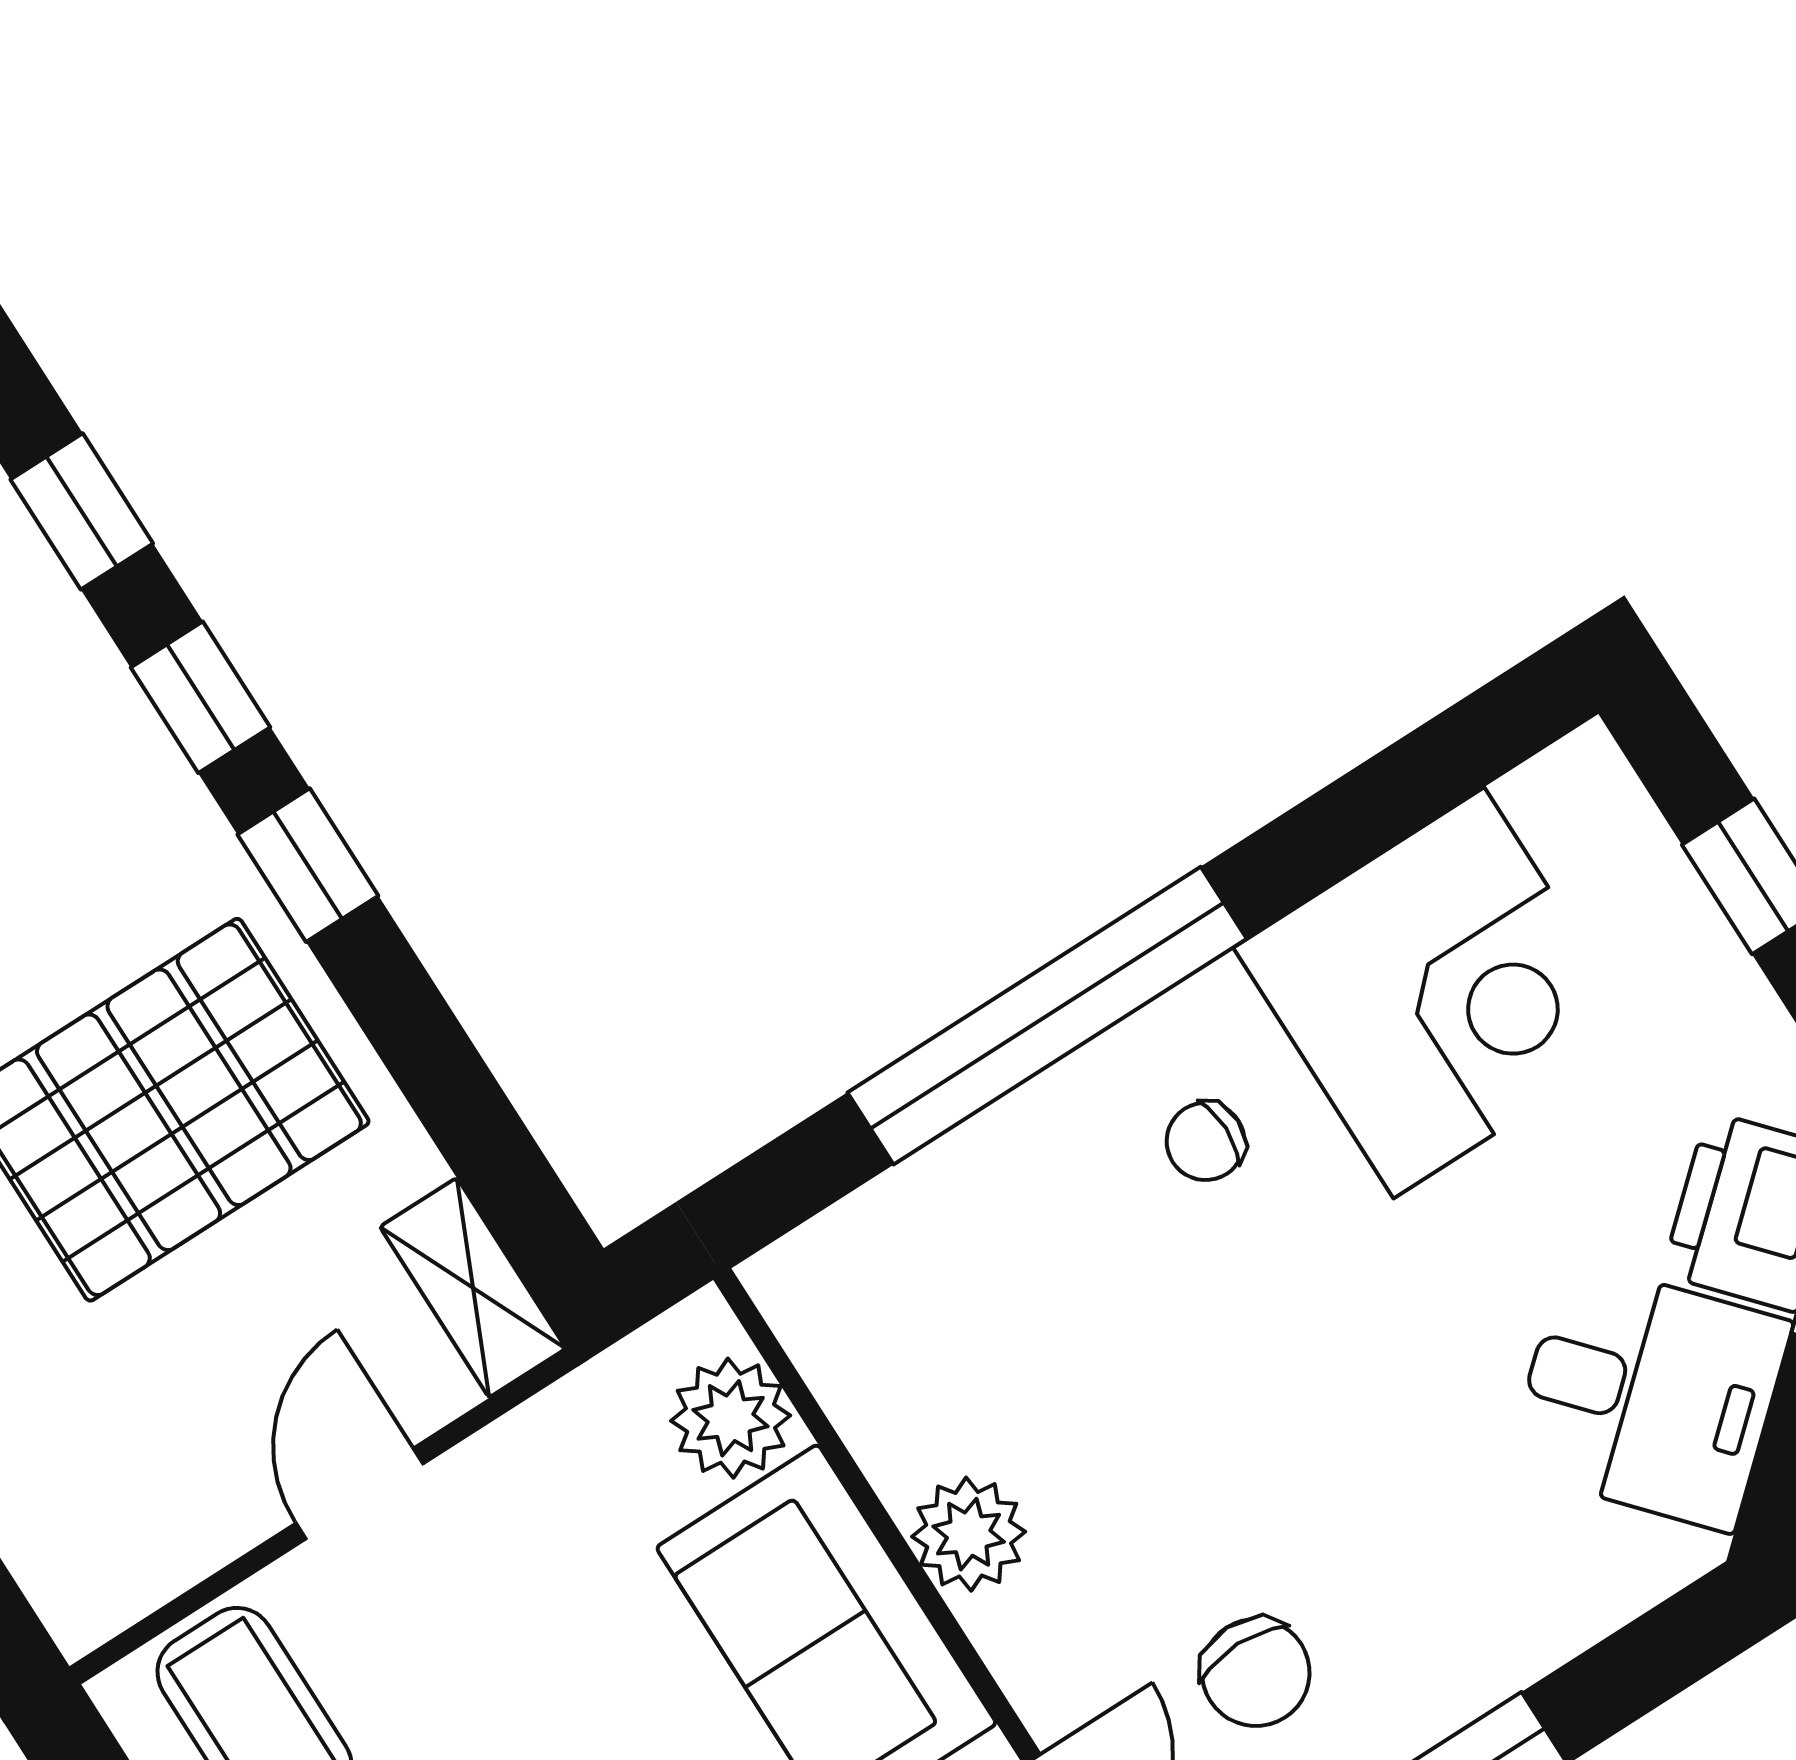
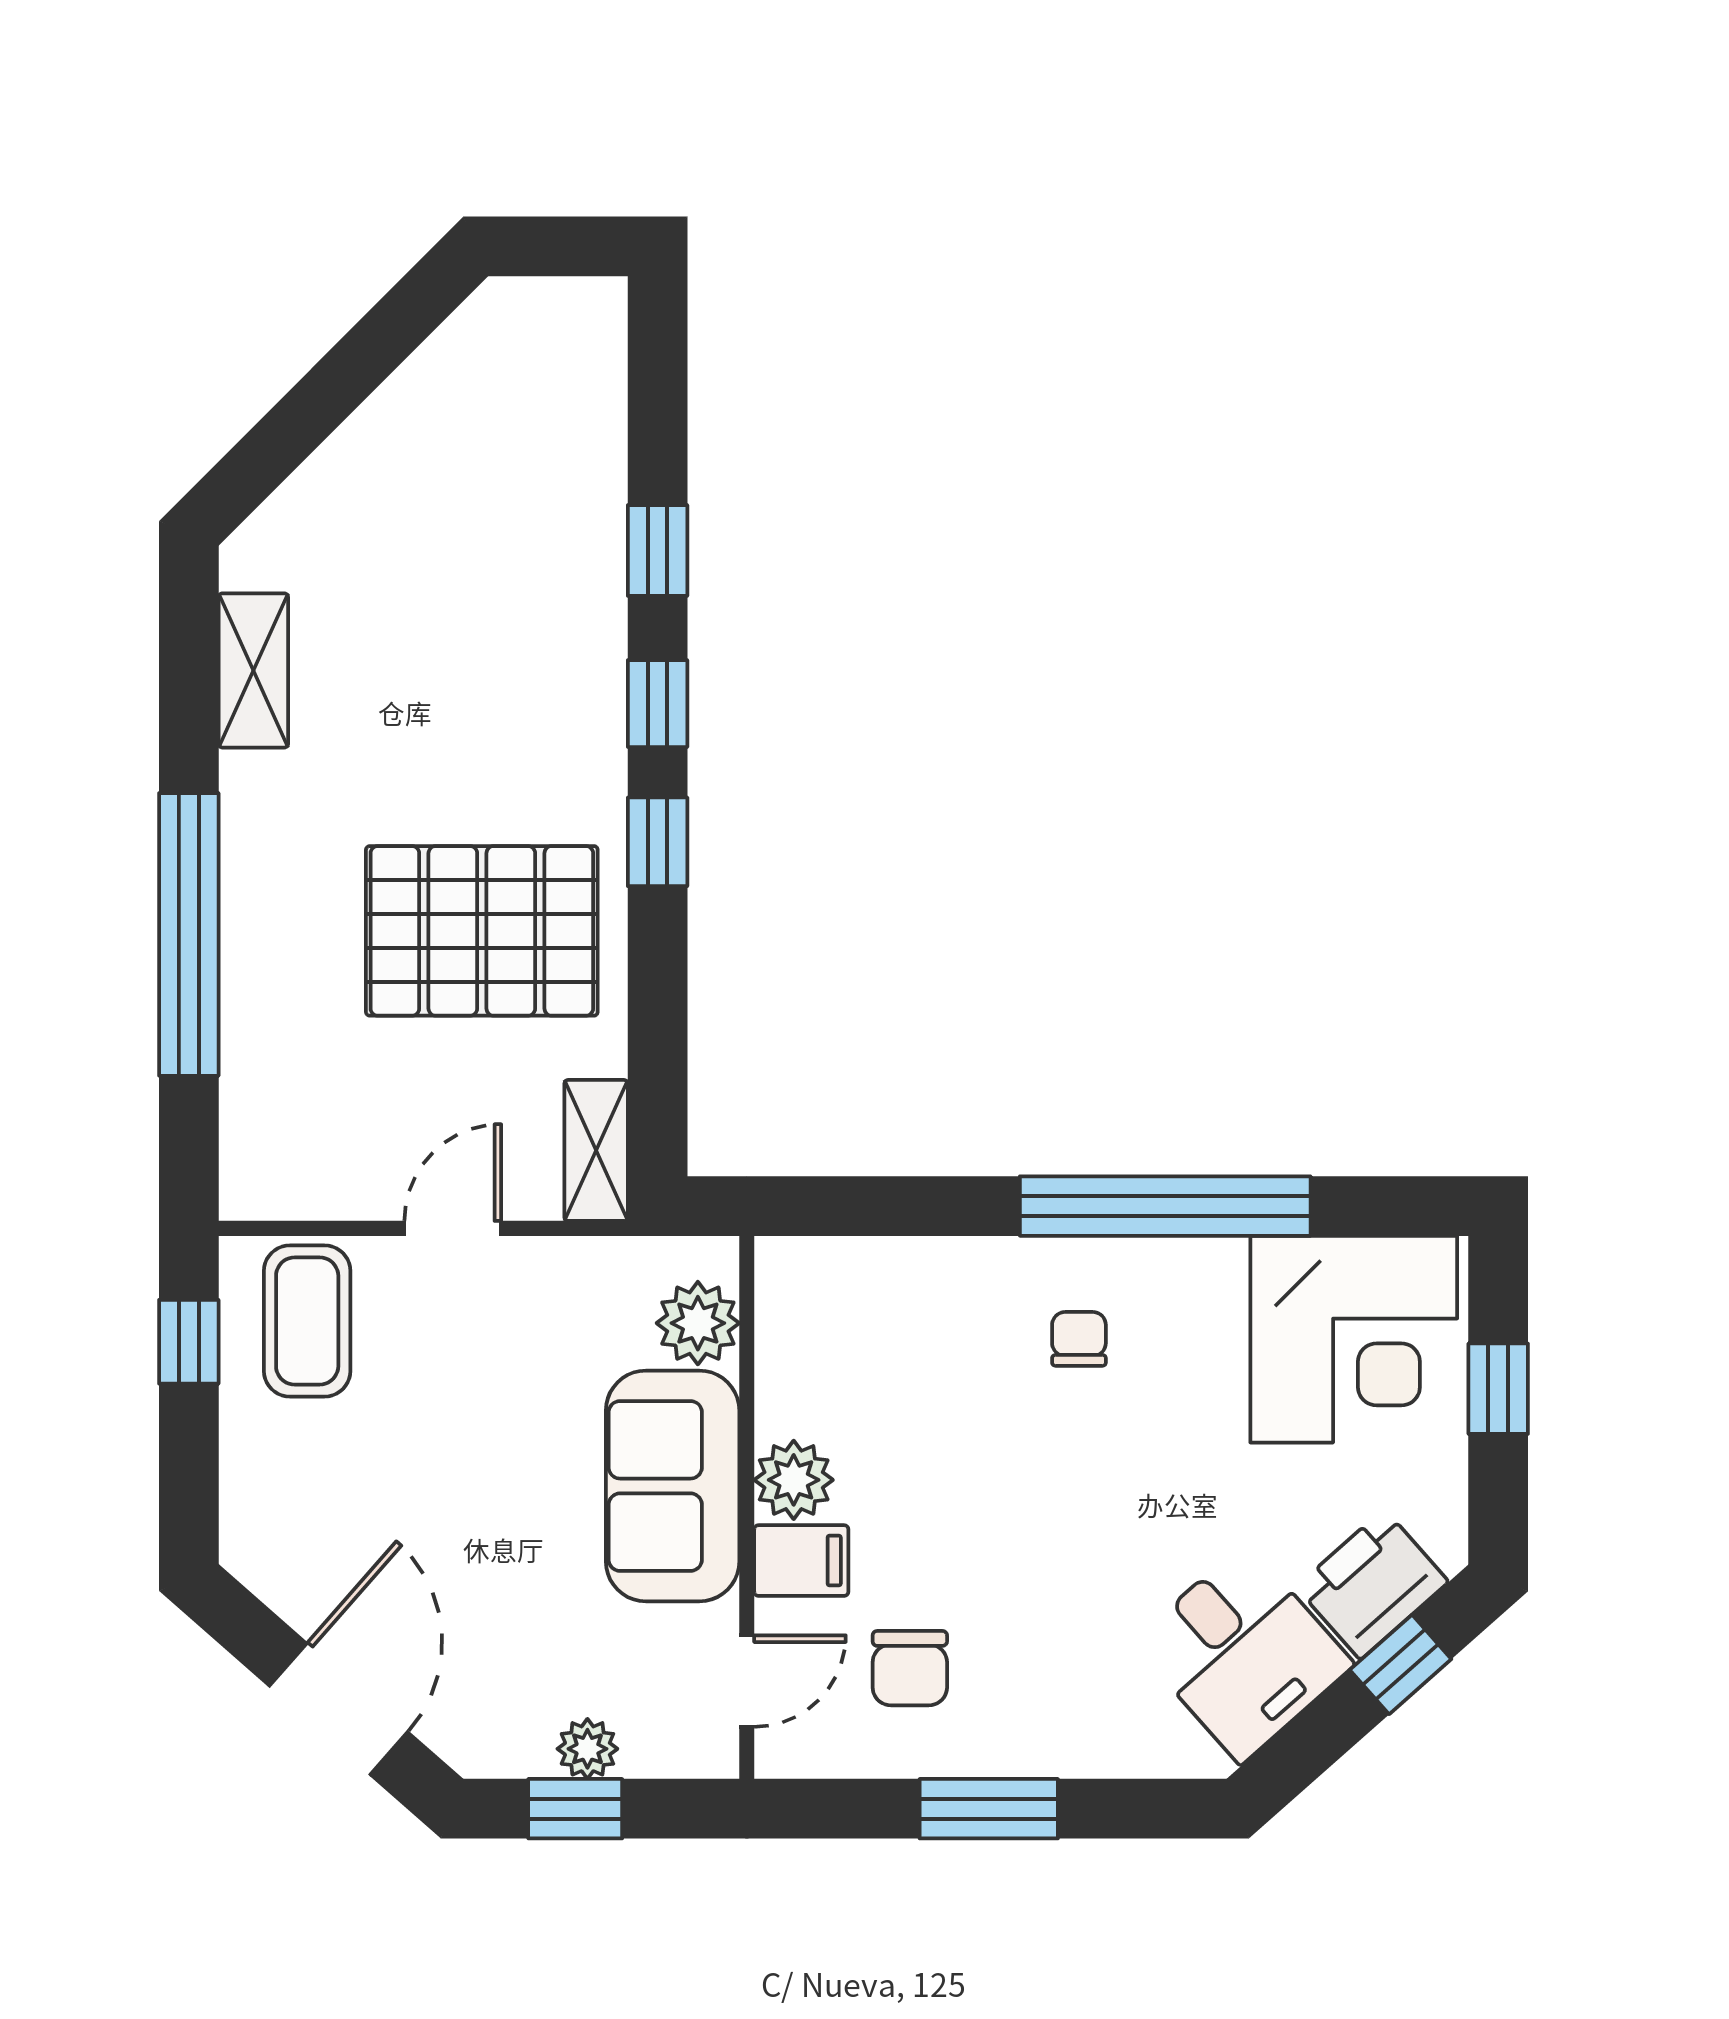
corner desk: (1439, 993) -> (1354, 1339), moved
window: (1047, 1016) -> (1165, 1206), moved
chair: (1206, 1141) -> (1079, 1339), turned 90
filing cabinet: (1040, 1626) -> (801, 1561), added

